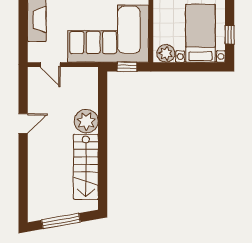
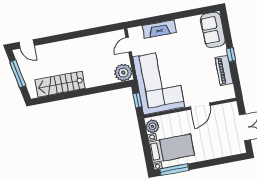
window: (230, 35) -> (174, 170), width x2.17
plant: (86, 121) -> (123, 73), moved
door: (23, 124) -> (27, 44), moved

